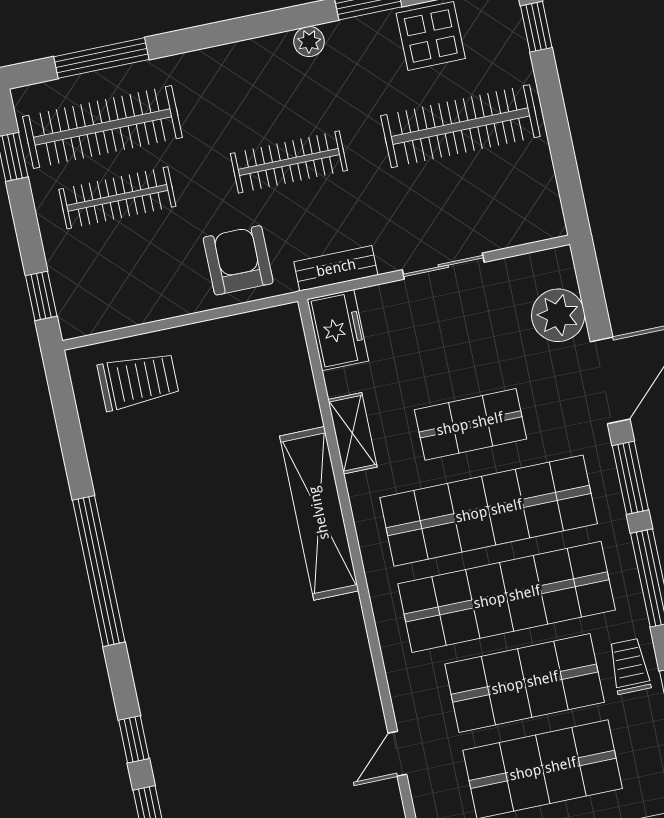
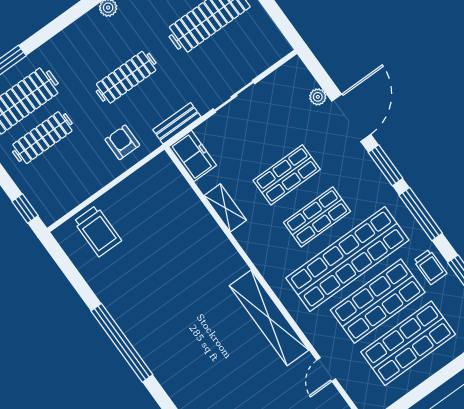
armchair: (238, 260) -> (122, 142), width x0.72, depth x0.72
plant: (558, 315) -> (318, 97), width x0.53, depth x0.53
trolley: (138, 381) -> (98, 231), turned 90
shop shelf: (489, 511) -> (317, 217), width x0.50, depth x0.74
shelving: (319, 513) -> (269, 318), moved
trolley: (629, 666) -> (430, 267), turned 180

